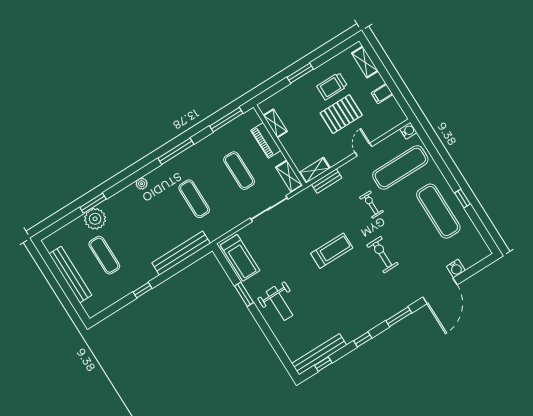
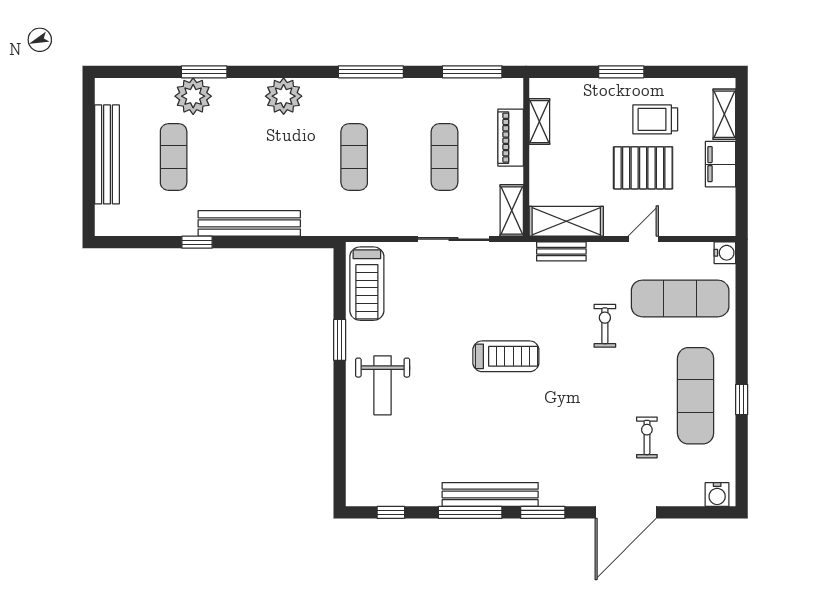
filing cabinet: (382, 94) -> (721, 164), width x2.00
shelving: (315, 170) -> (566, 221), width x1.50, depth x1.33
plant: (142, 184) -> (284, 96), width x1.87, depth x1.87
bench: (181, 253) -> (249, 223), moved
exercise bike: (382, 255) -> (647, 437), moved, width x0.73, depth x0.72
water cooler: (456, 269) -> (717, 495), moved
window: (363, 339) -> (470, 512), width x2.17
bench: (319, 354) -> (490, 494), moved

